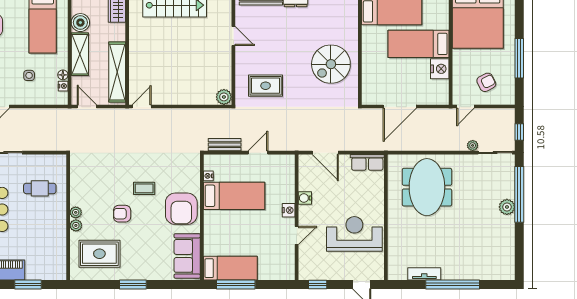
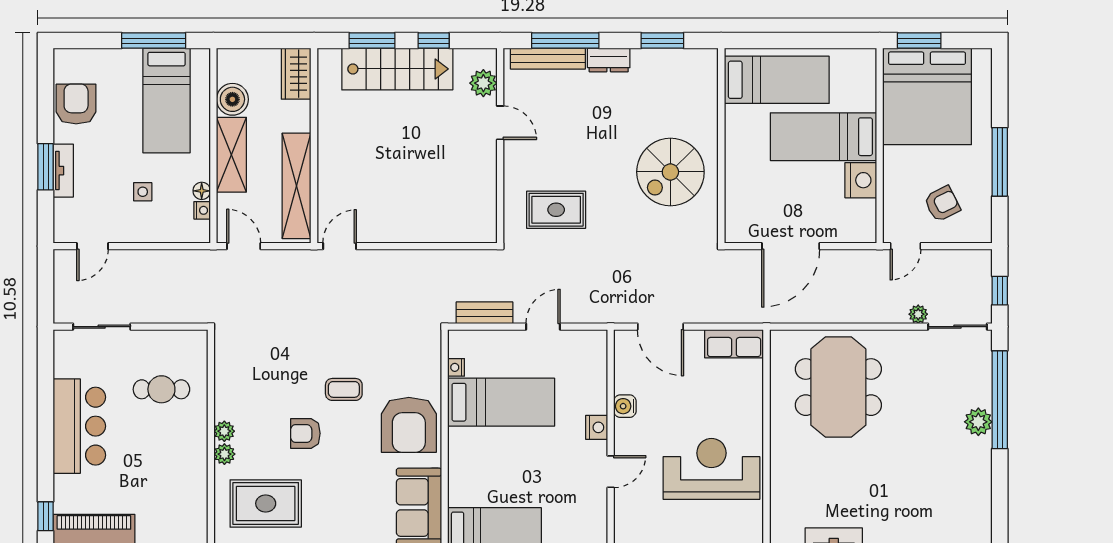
plant: (224, 97) -> (483, 83), moved

